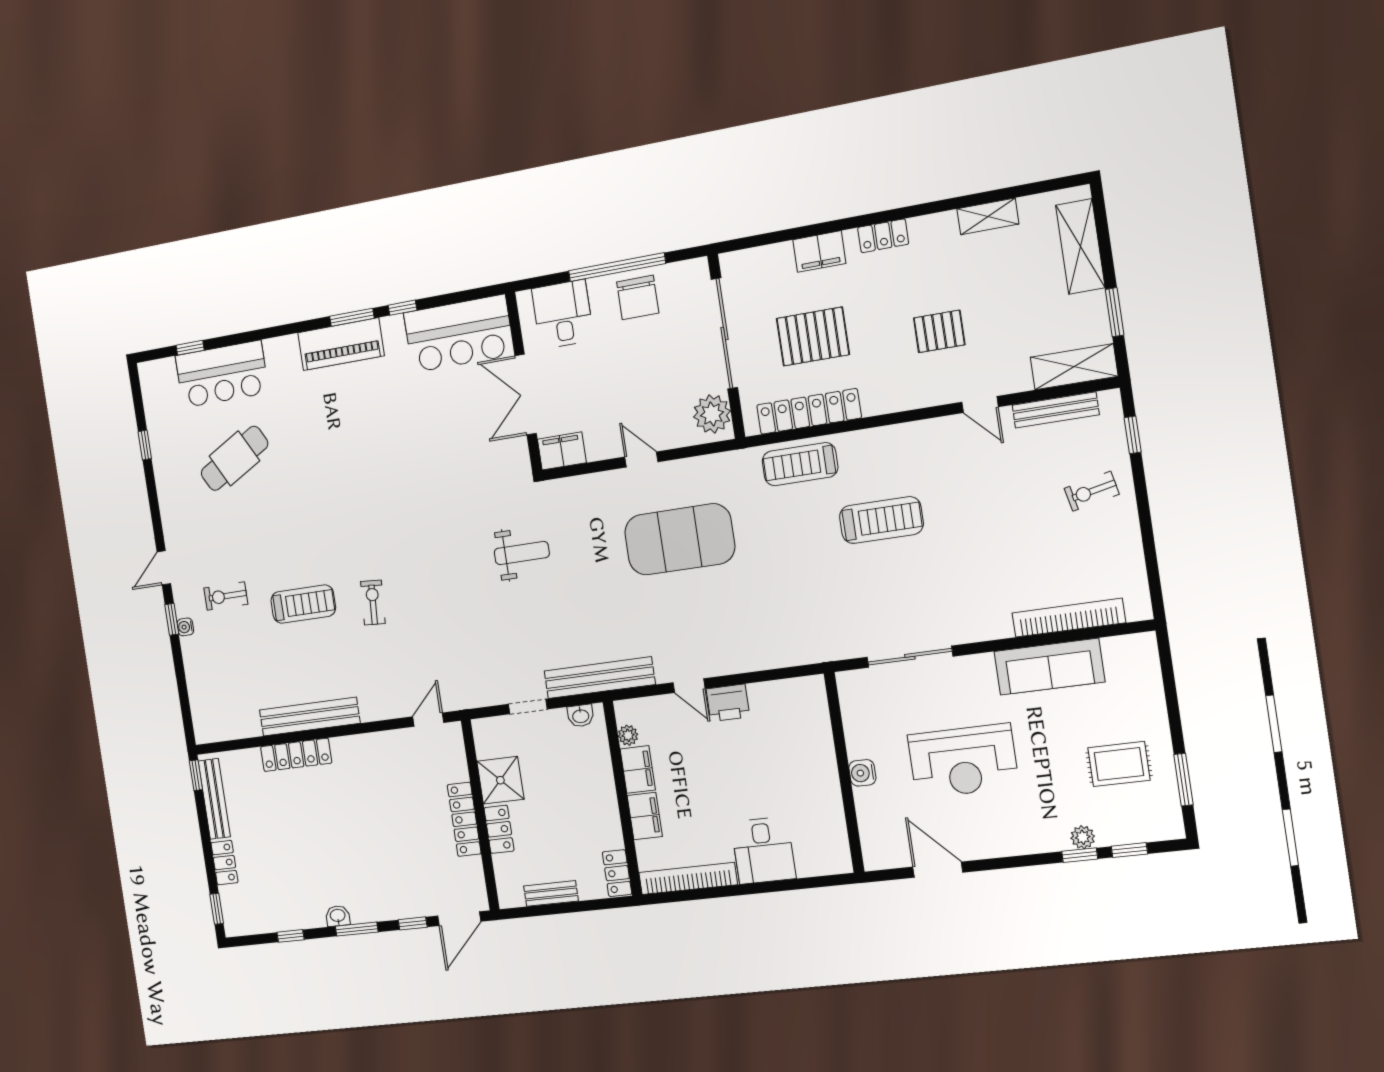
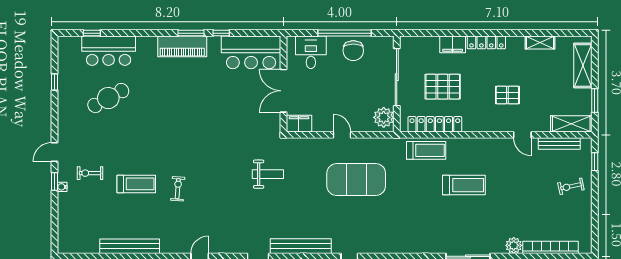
locker: (883, 236) -> (486, 42), width x1.53
treadmill: (800, 464) -> (426, 150), turned 180
plant: (995, 624) -> (514, 245), added

